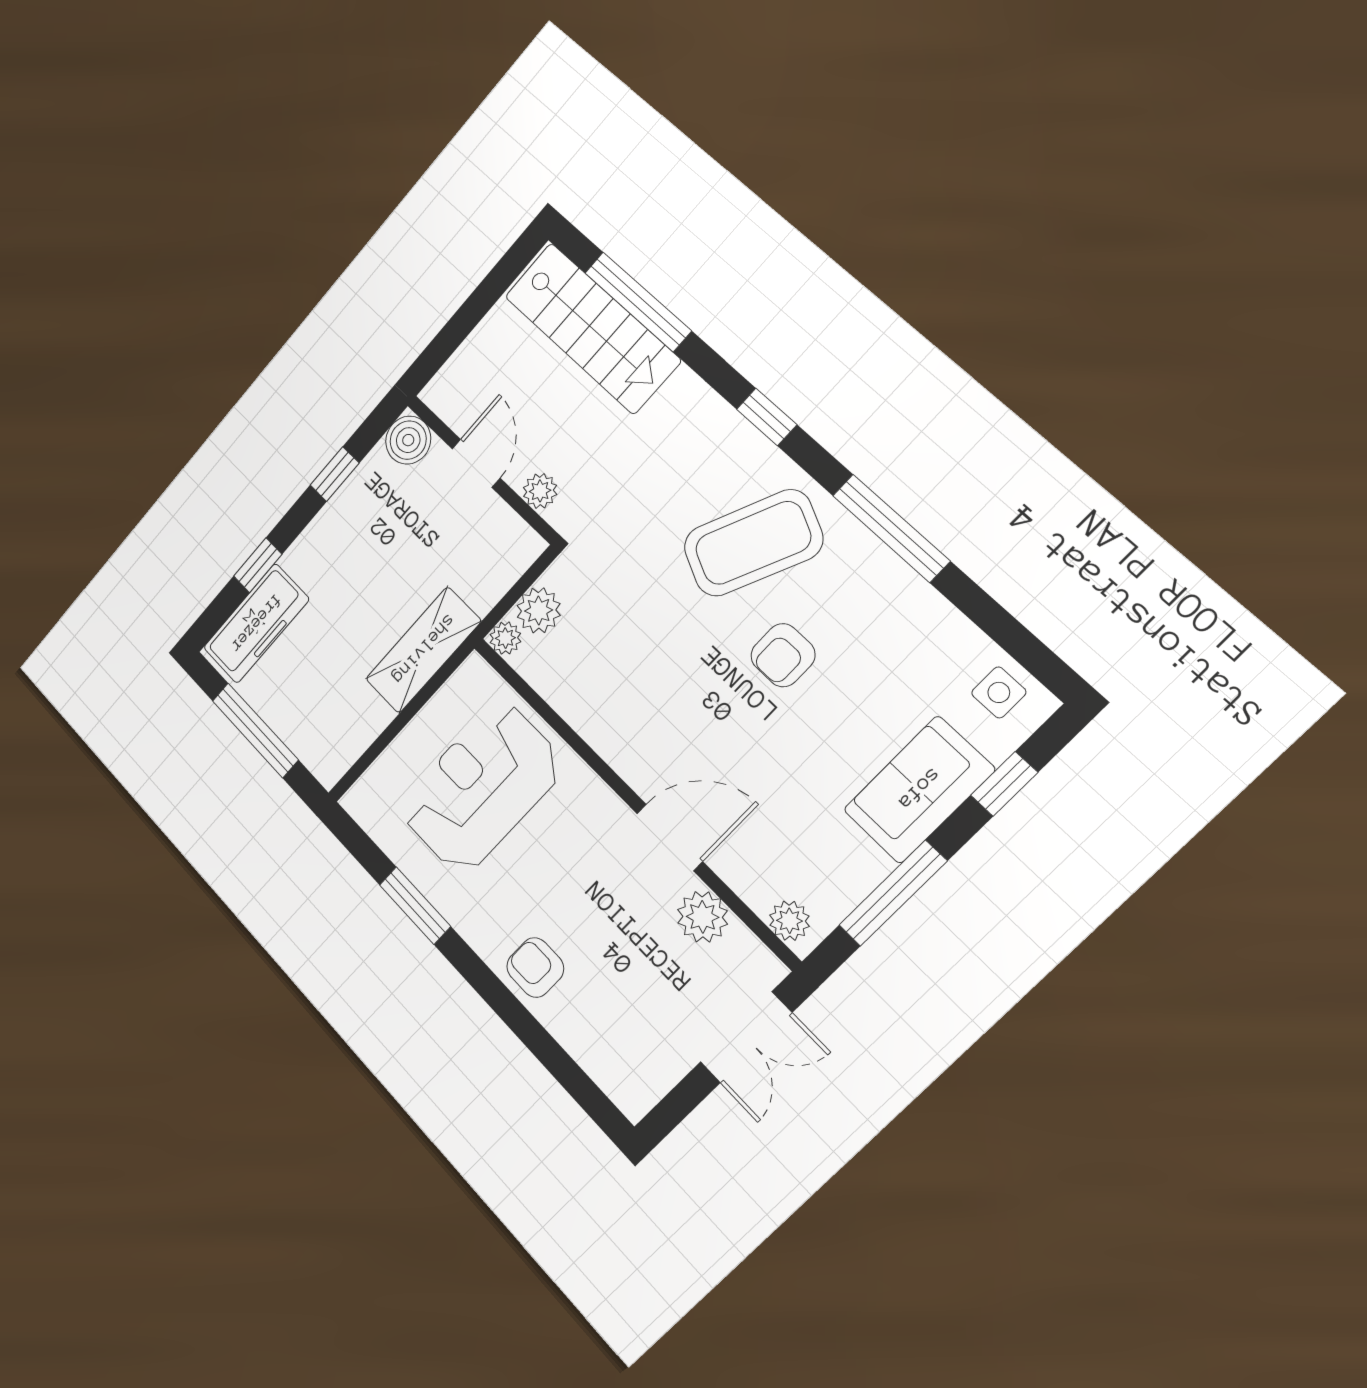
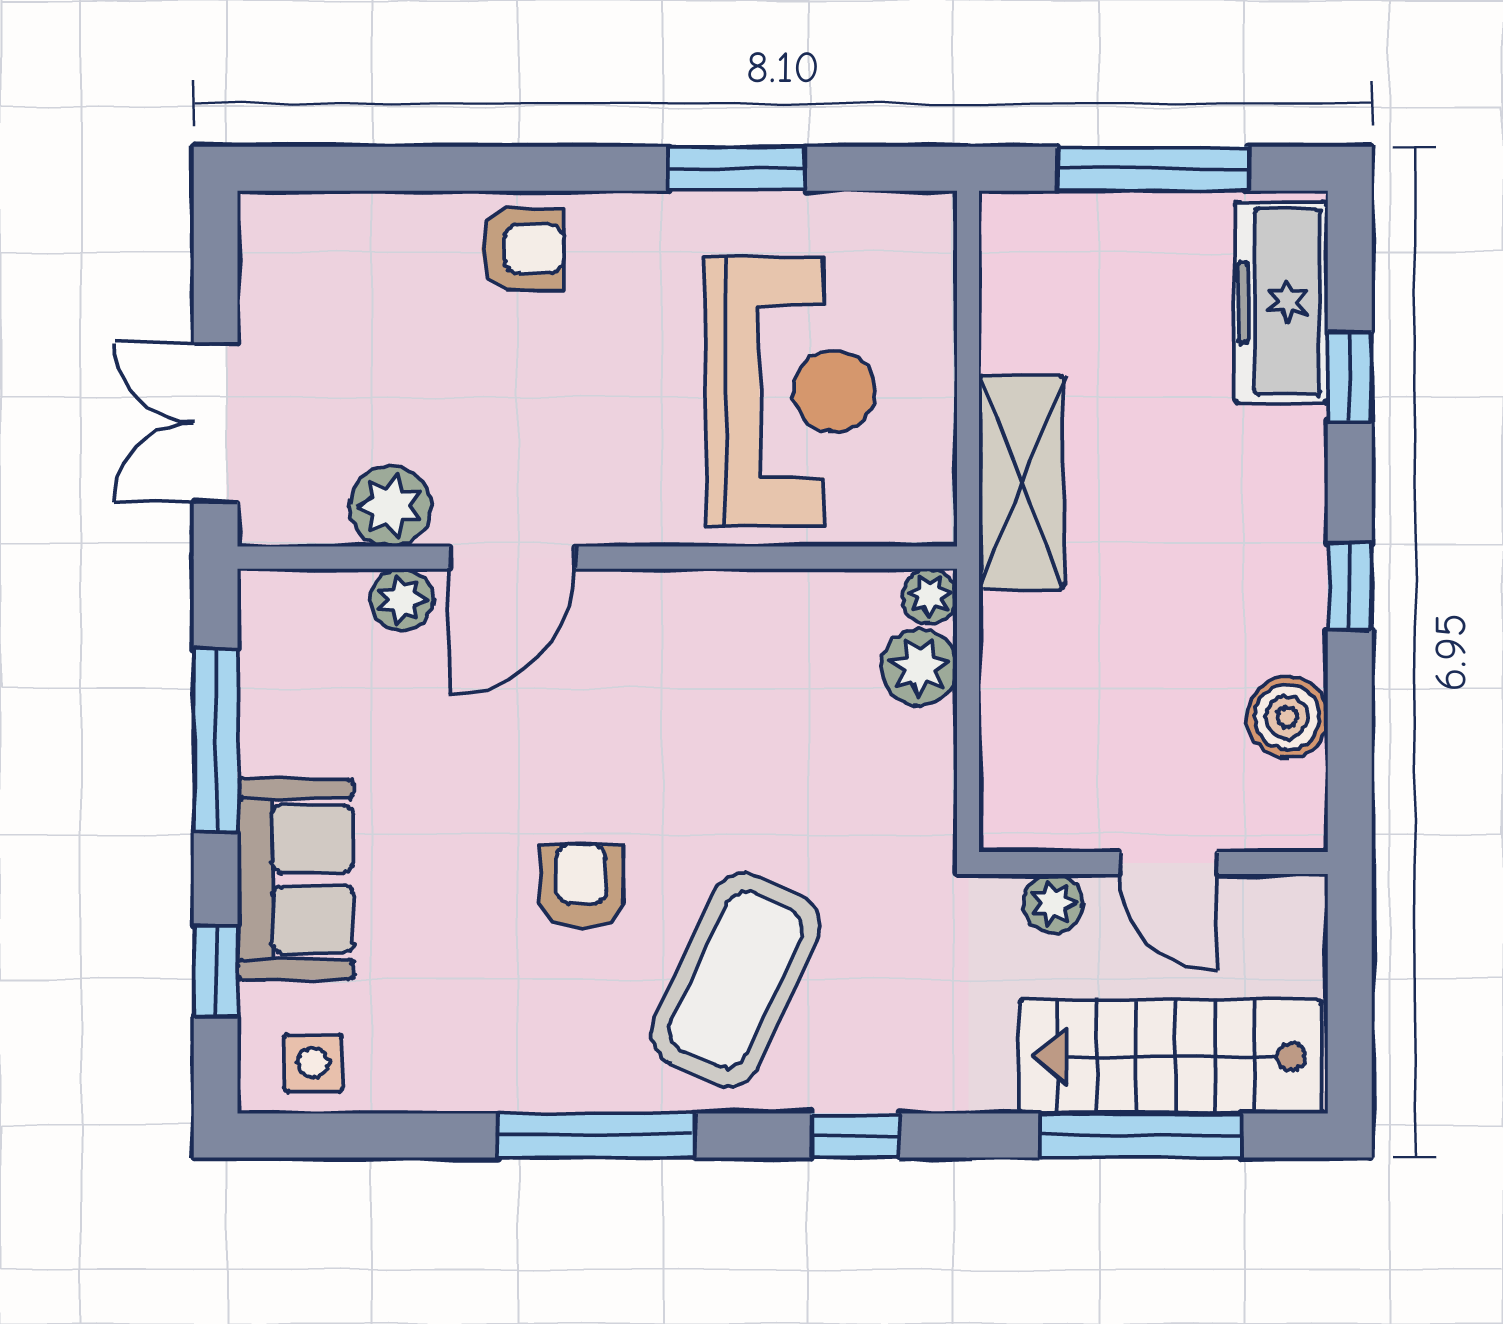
door: (476, 463) -> (1168, 863), moved
wall: (482, 469) -> (1153, 863), moved
plant: (540, 491) -> (1053, 903), moved
plant: (789, 921) -> (401, 600), moved

